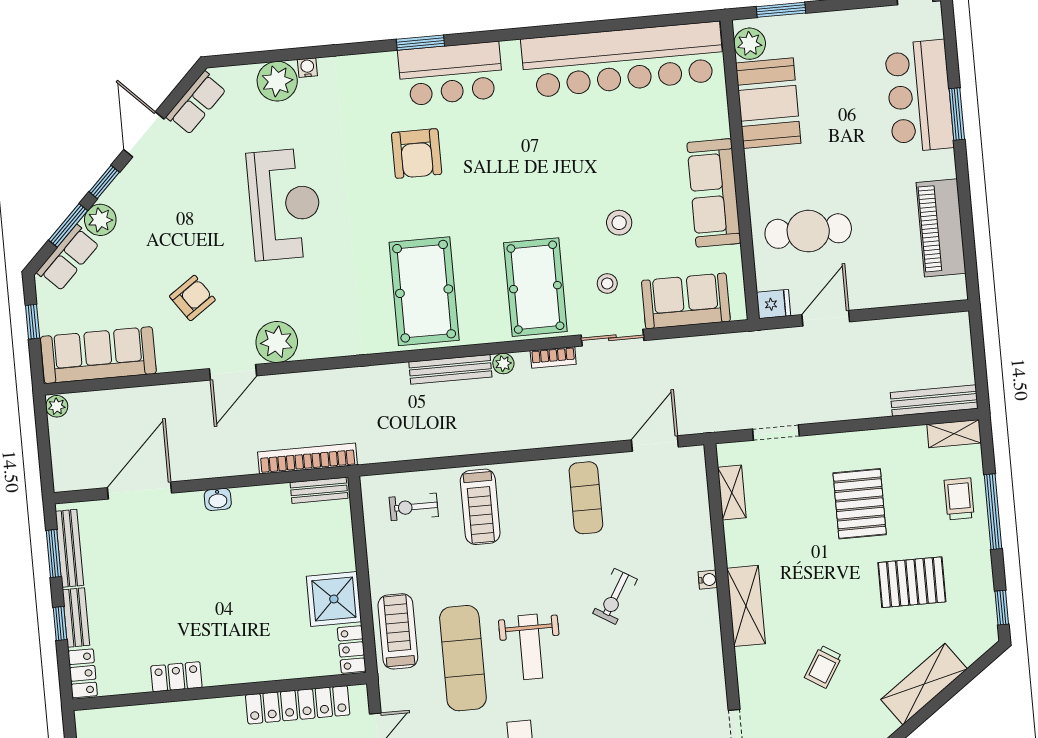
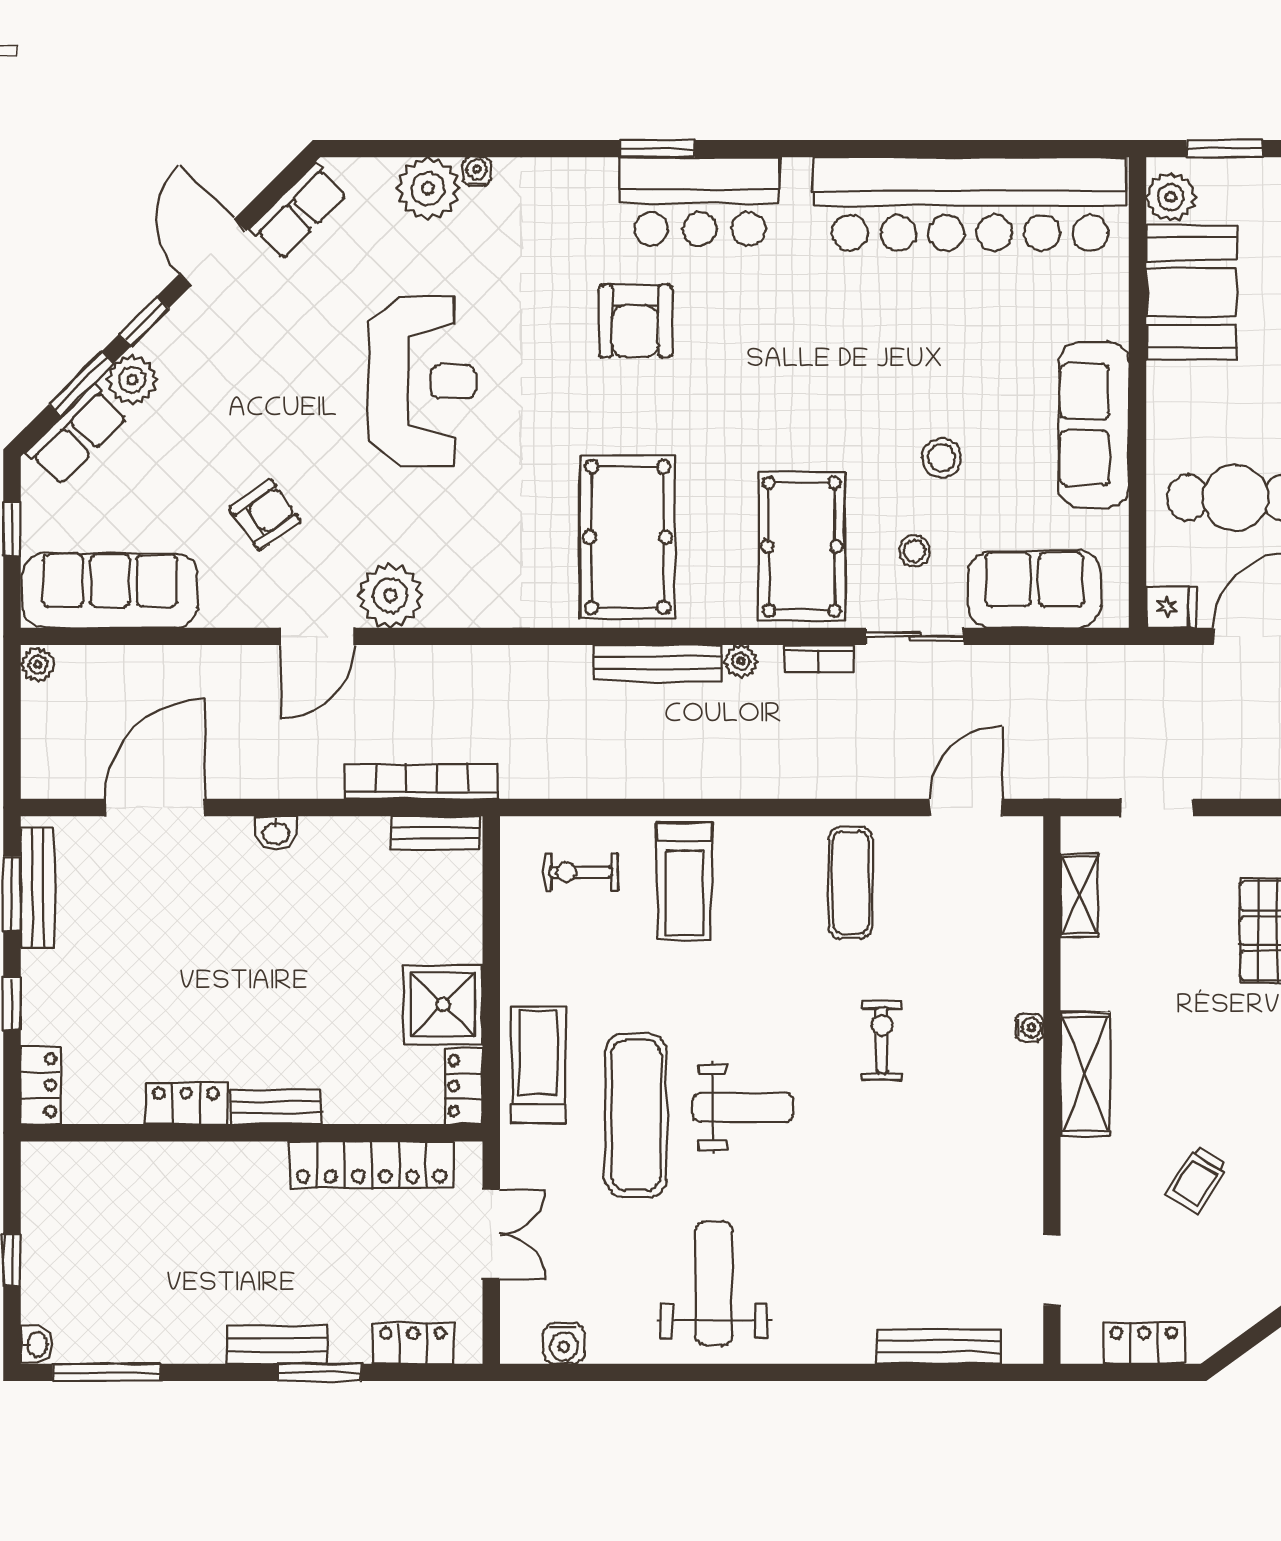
exercise bike: (615, 596) -> (882, 1040), turned 149
bench: (76, 618) -> (276, 1107), moved, turned 90
weight bench: (530, 647) -> (743, 1107), turned -90

